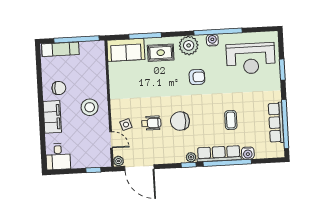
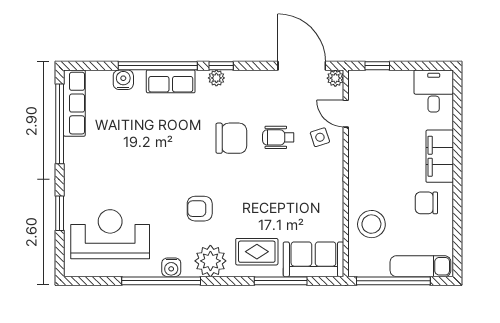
stool: (90, 107) -> (371, 224), moved
coffee table: (231, 120) -> (148, 135), removed
row of seats: (276, 123) -> (74, 103), moved
row of seats: (219, 154) -> (171, 81), width x0.68

